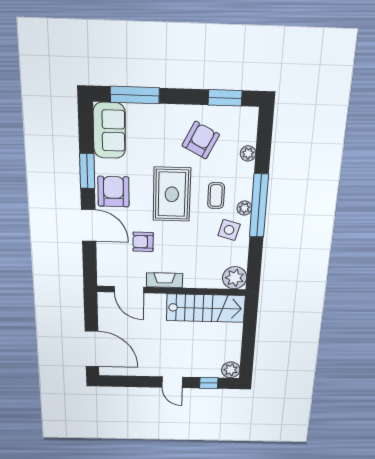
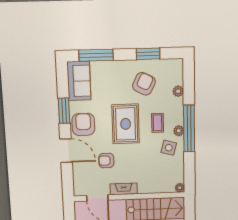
window: (225, 98) -> (148, 54), moved
plant: (235, 278) -> (180, 188), width x0.53, depth x0.53

